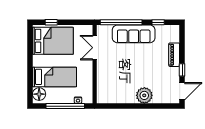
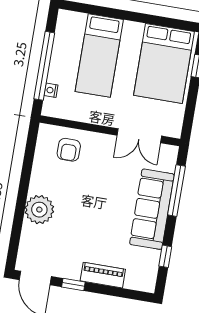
window: (121, 22) -> (176, 191), width x0.68
double door: (95, 48) -> (139, 136), swing flipped
armchair: (109, 85) -> (69, 150), added
floor lamp: (39, 94) -> (73, 23), removed

